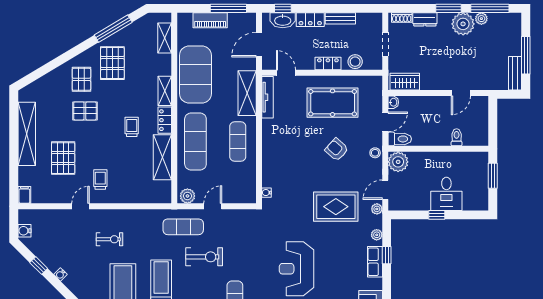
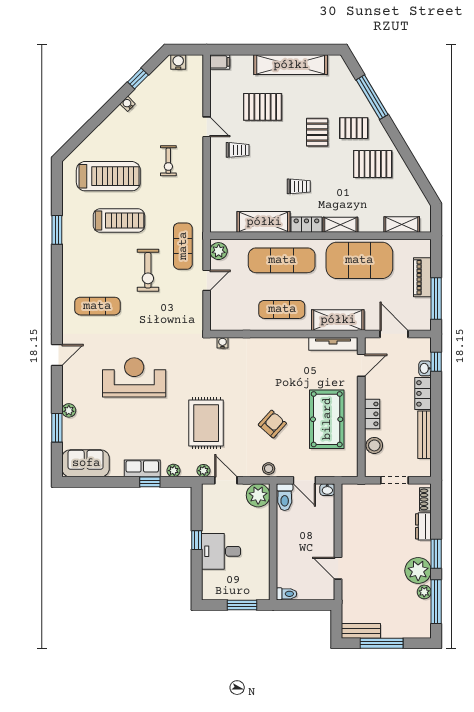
bench: (340, 18) -> (424, 435), width x1.36
washbasin: (283, 20) -> (425, 368), width x0.52, depth x0.69
window: (113, 29) -> (372, 97), moved
wardrobe: (405, 82) -> (351, 503), removed
toilet: (457, 137) -> (287, 594), moved
door: (213, 206) -> (207, 280), hinge flipped

